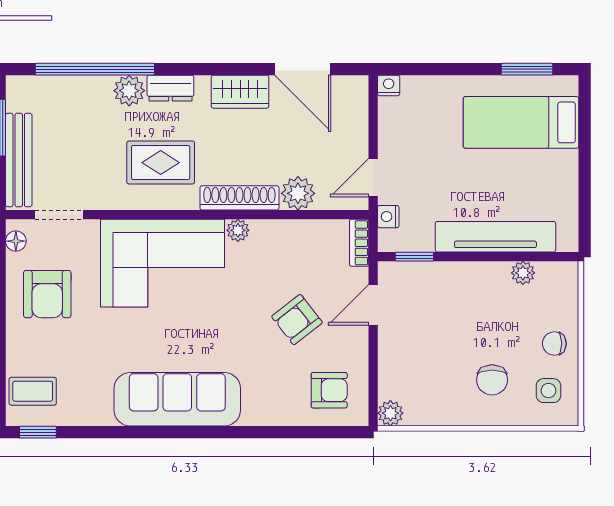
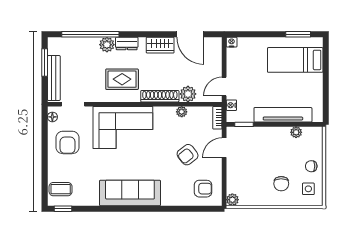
plant: (238, 230) -> (182, 112), moved

